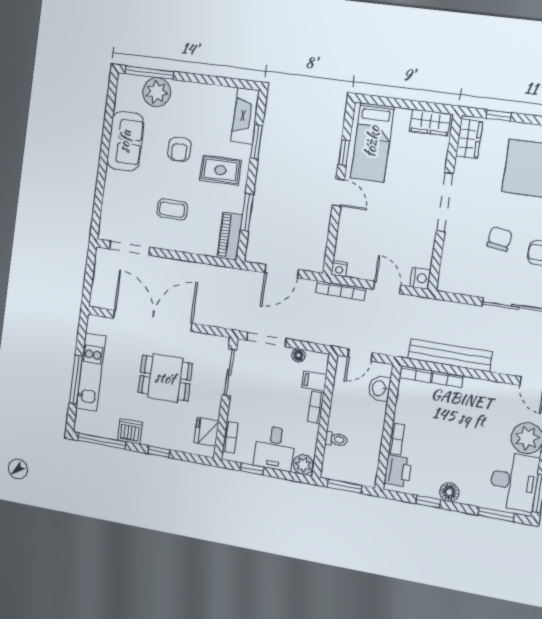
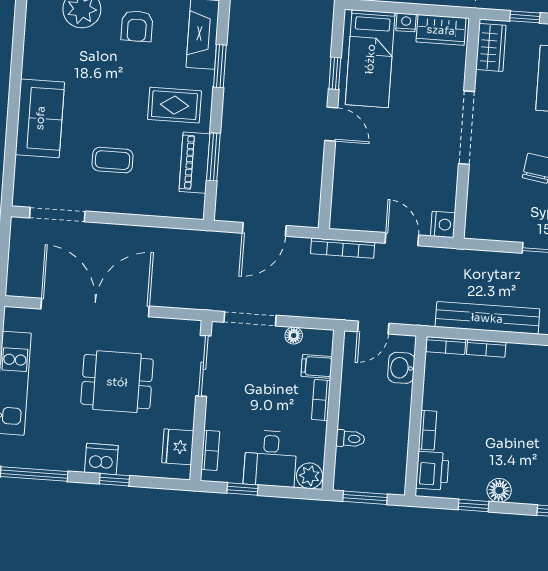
sofa: (125, 141) -> (40, 118), moved
armchair: (179, 149) -> (137, 26), moved
piano: (230, 236) -> (194, 163), moved
nightstand: (339, 269) -> (406, 22), moved, turned 180
dishwasher: (130, 431) -> (101, 459), moved

